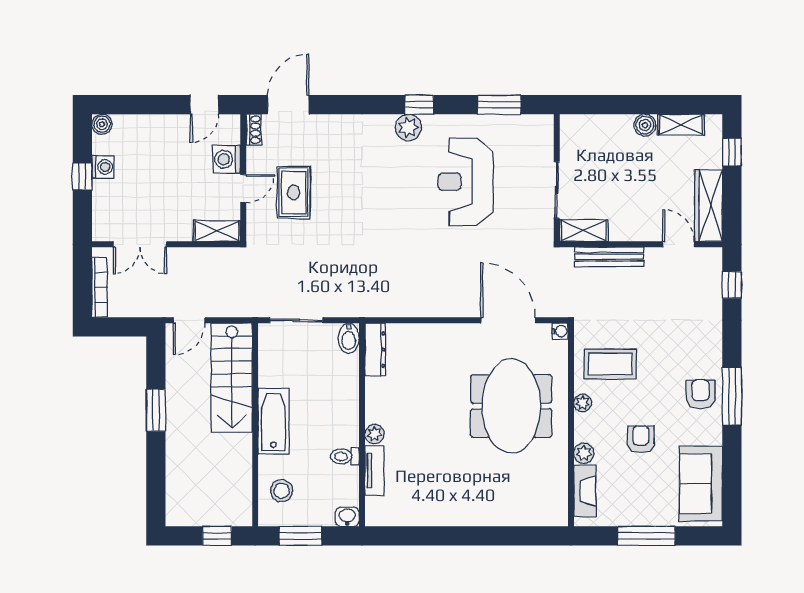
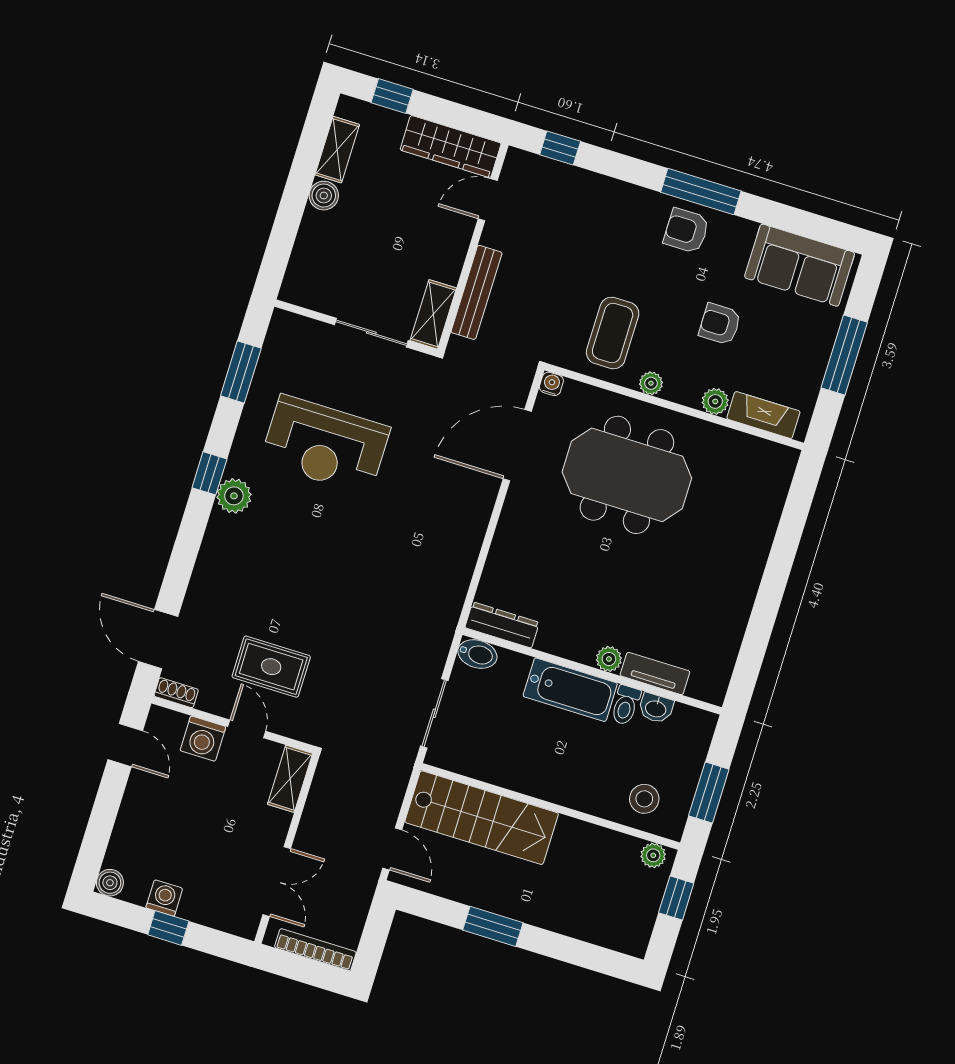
bathtub: (273, 421) -> (570, 690), moved, turned 180
plant: (243, 510) -> (653, 855), added
washbasin: (347, 517) -> (656, 708), moved, turned -90

